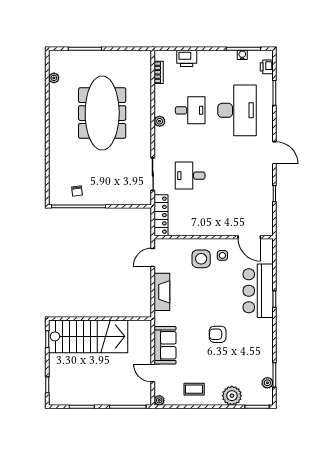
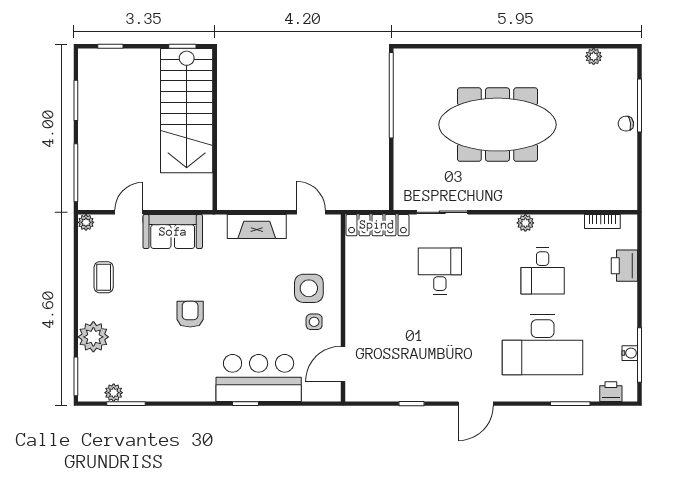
meeting table: (102, 113) -> (497, 125), moved
chair: (77, 191) -> (626, 124), moved

